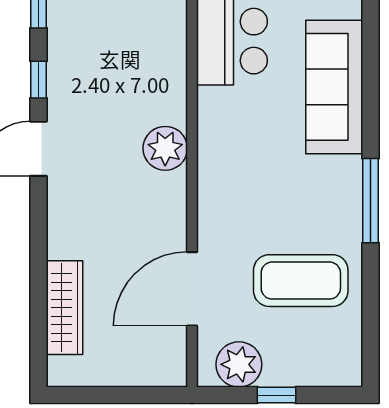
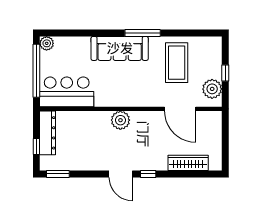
window: (38, 80) -> (148, 174), moved
sofa: (334, 87) -> (120, 48), moved

